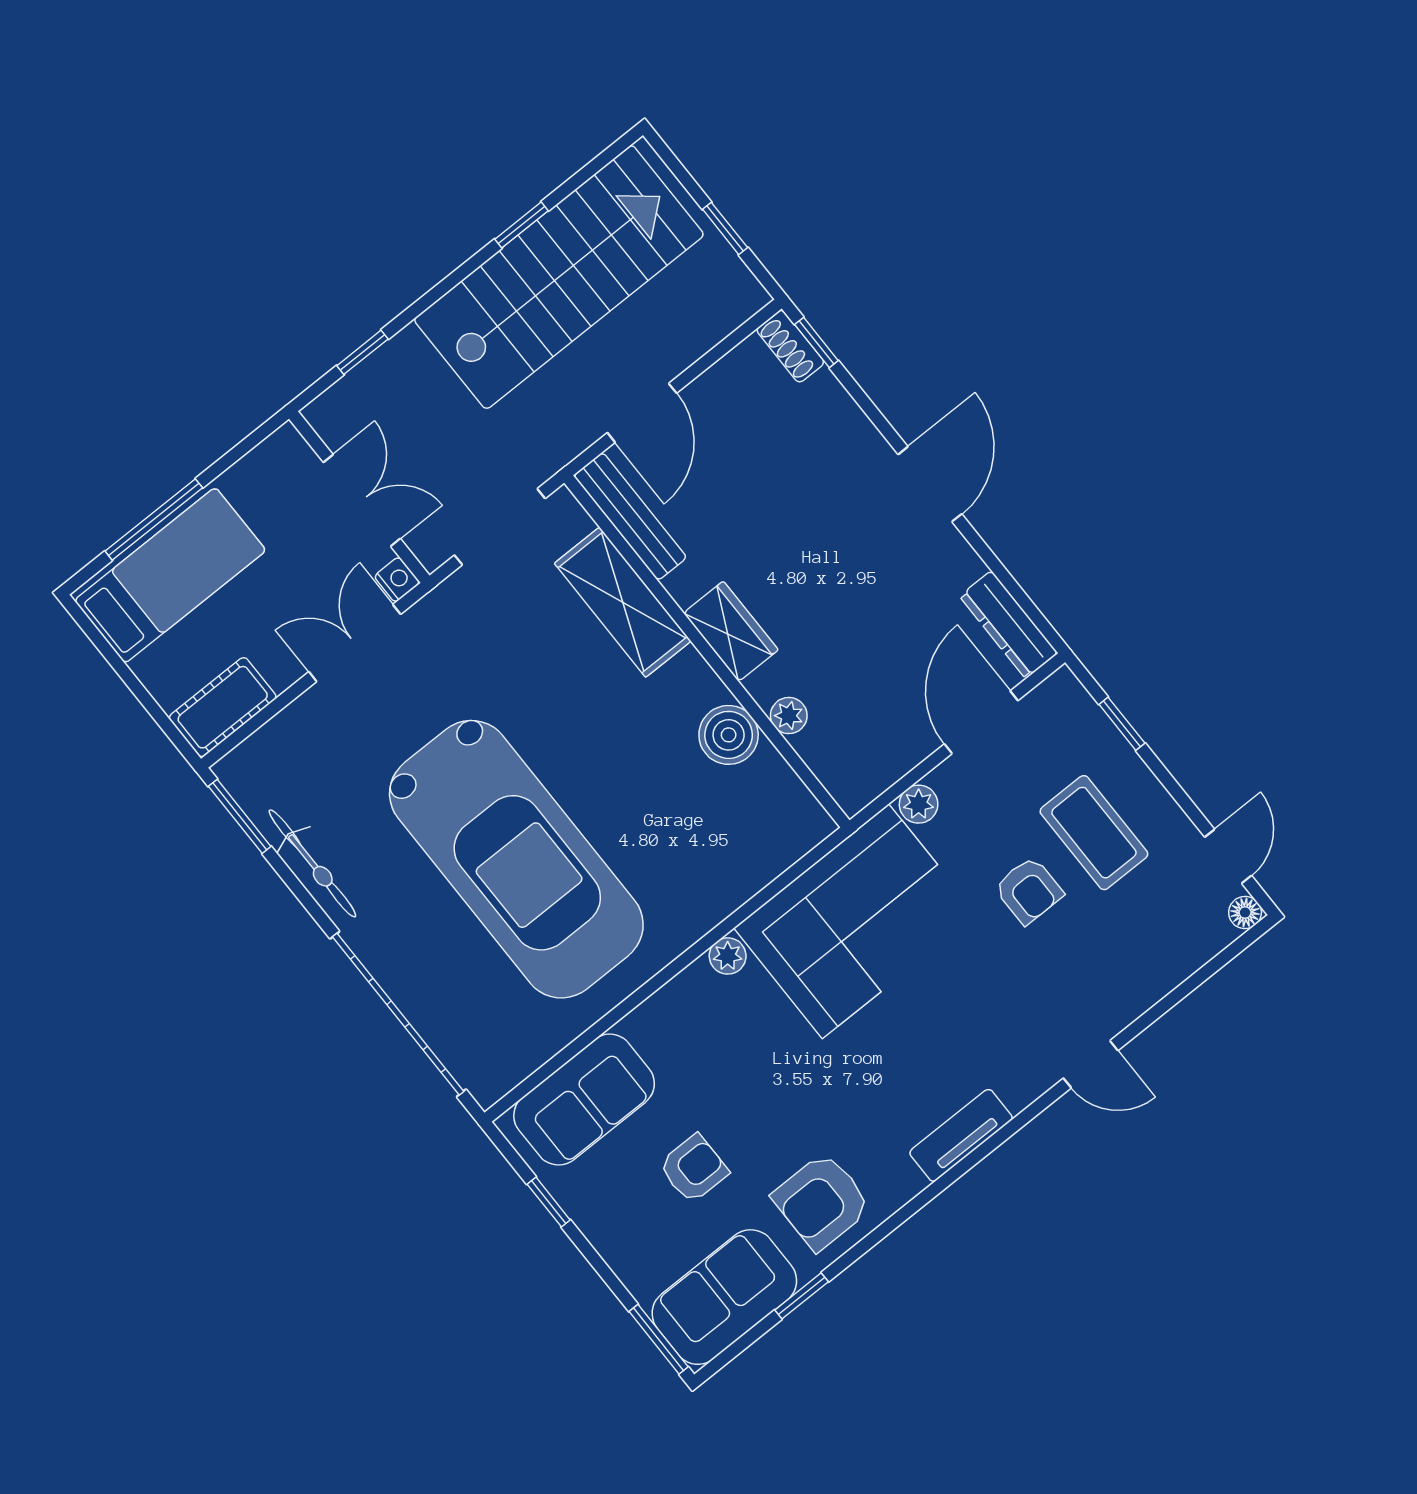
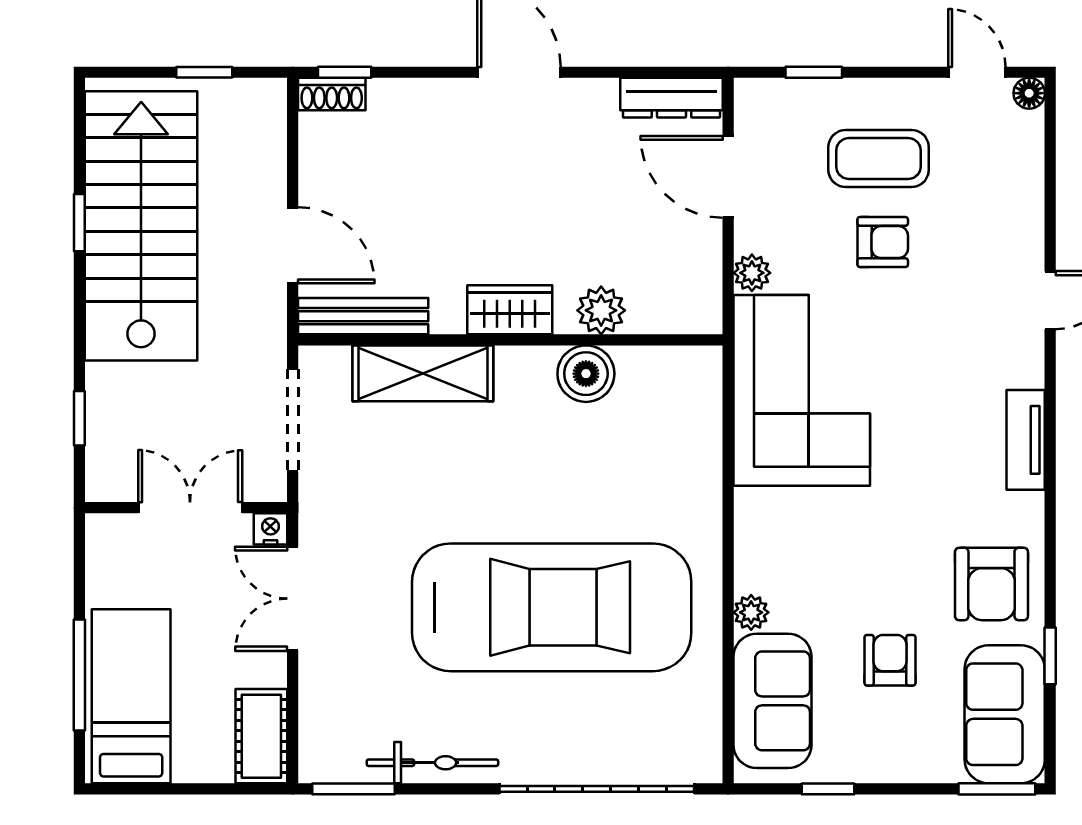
plant: (789, 716) -> (601, 310), width x1.38, depth x1.38
plant: (728, 956) -> (751, 612), moved

